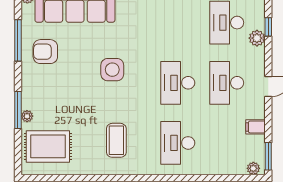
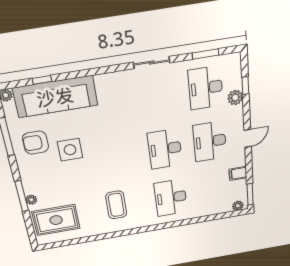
side table: (112, 70) -> (70, 150), moved

